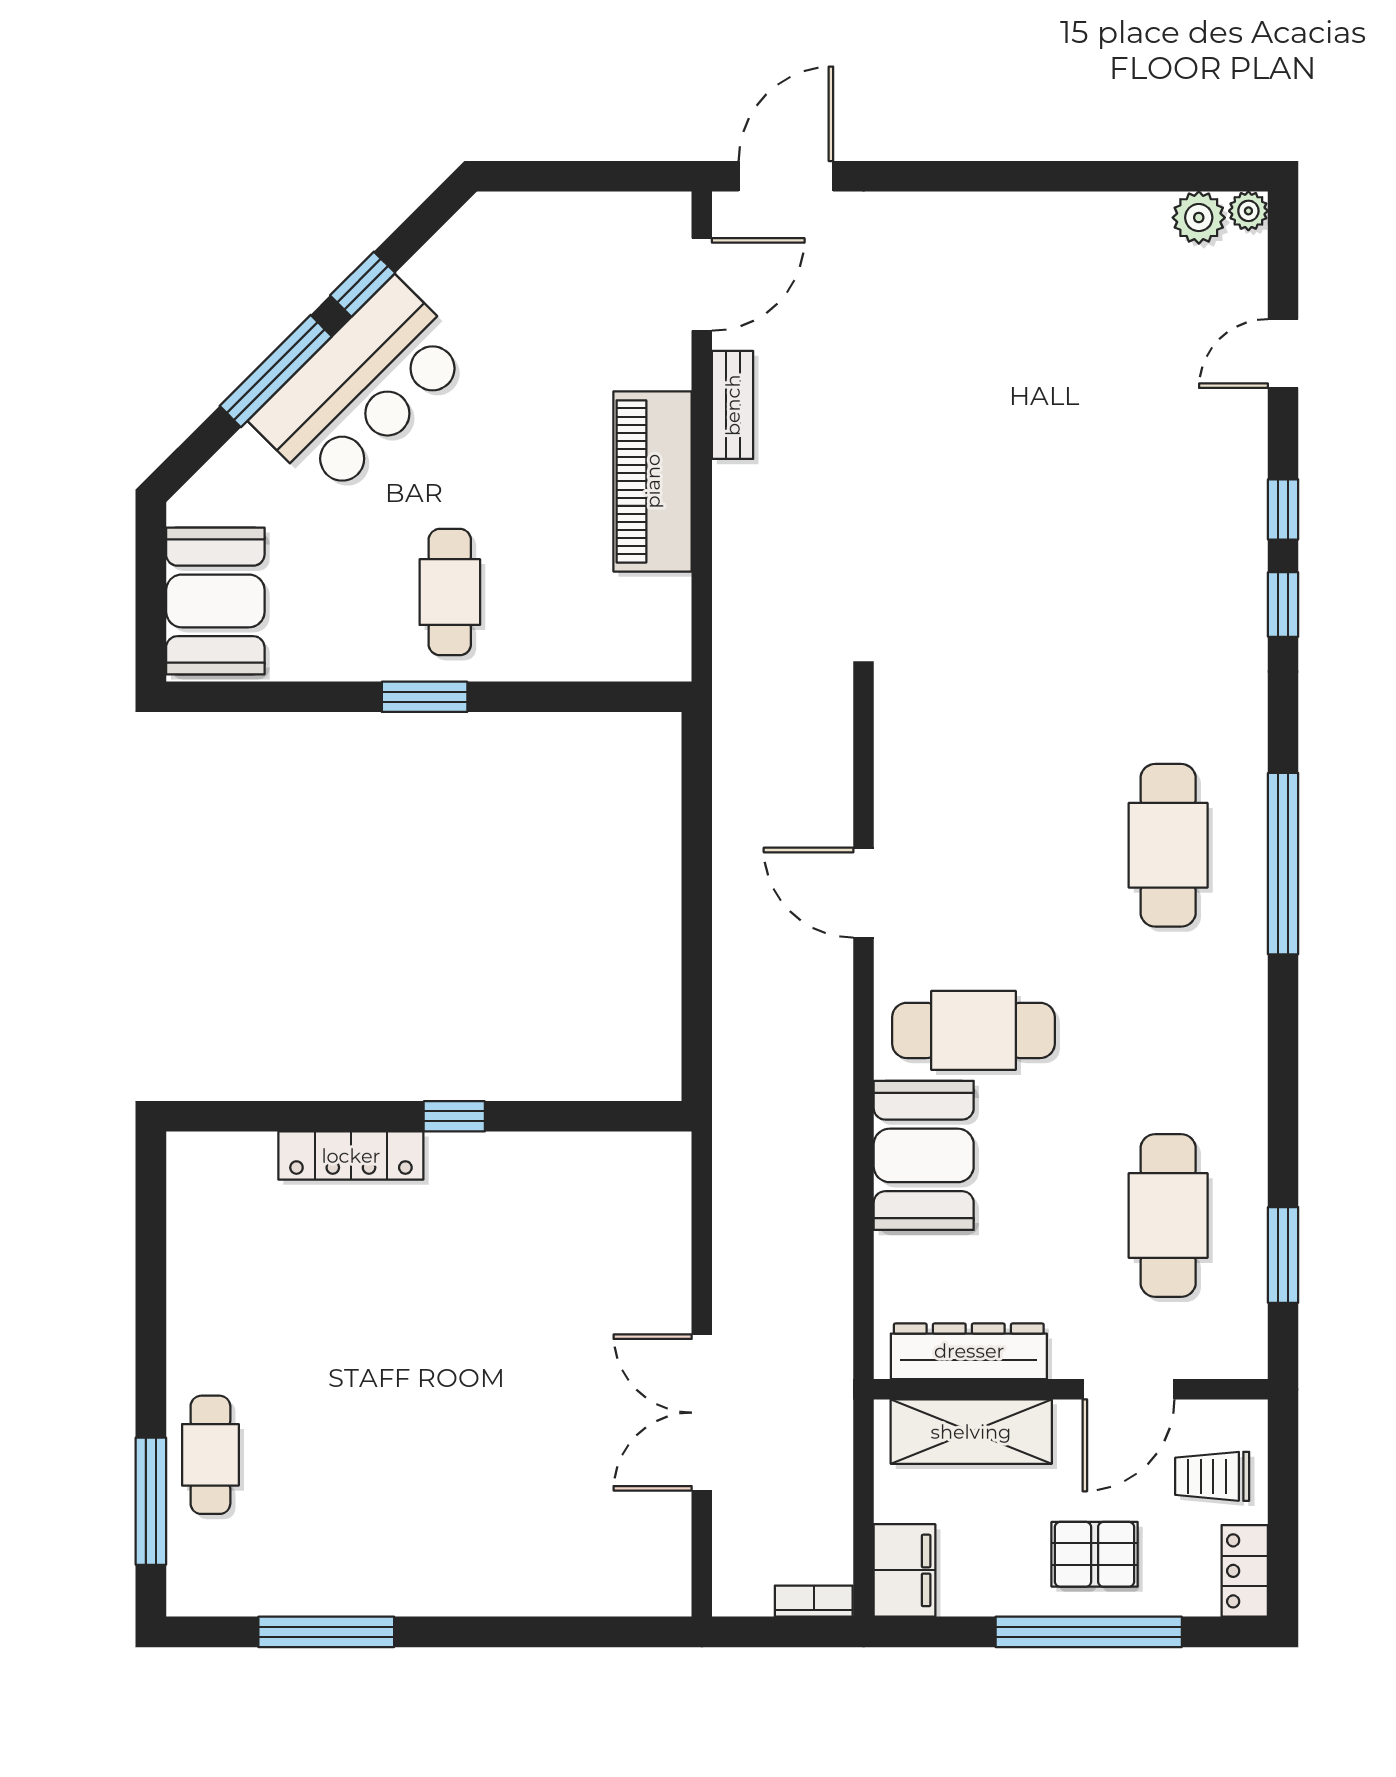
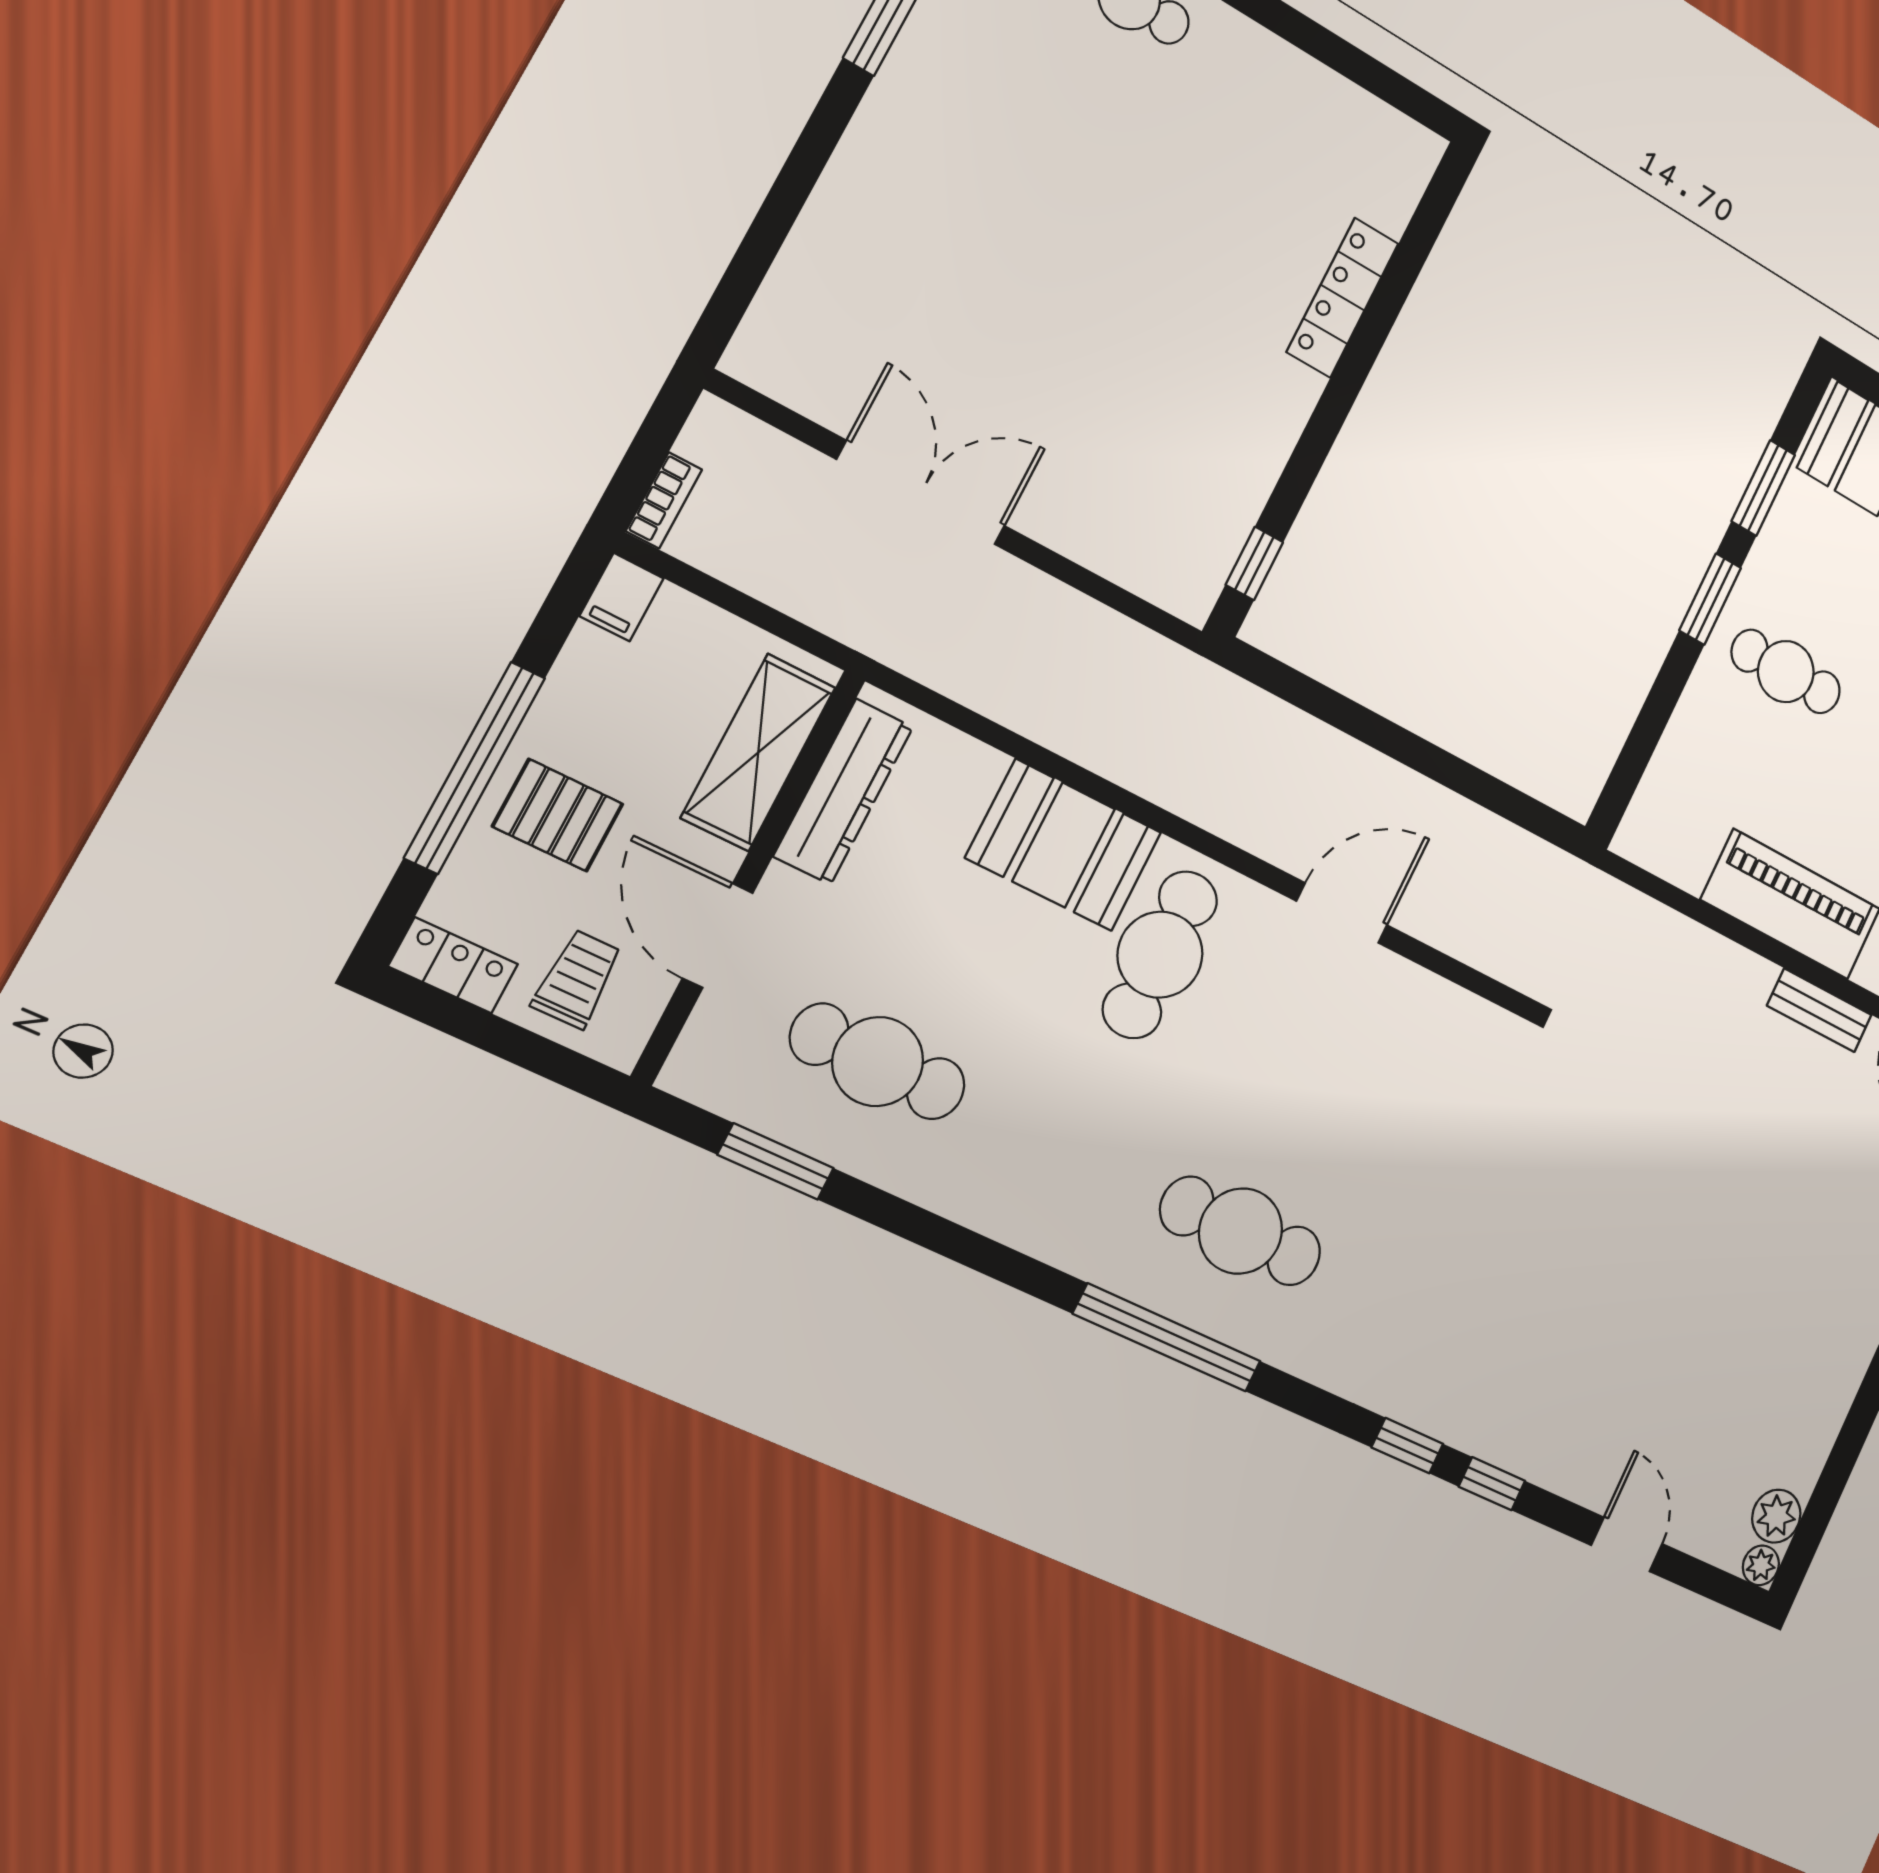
window: (300, 697) -> (1763, 488), added
window: (454, 1116) -> (1254, 564), moved
pallet: (1095, 1554) -> (558, 815), turned 90
filing cabinet: (904, 1570) -> (622, 597), width x0.50

